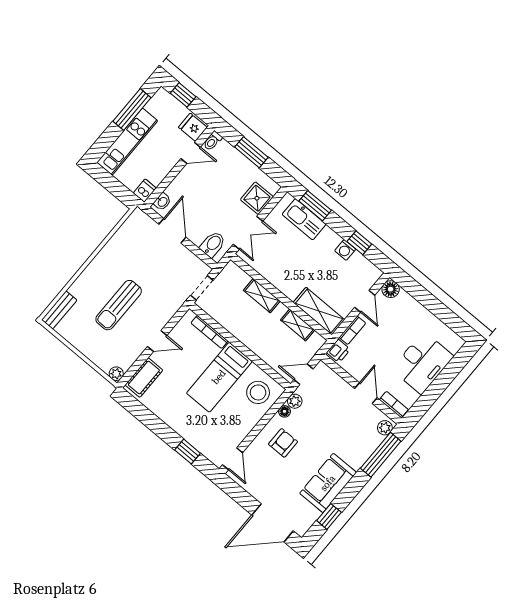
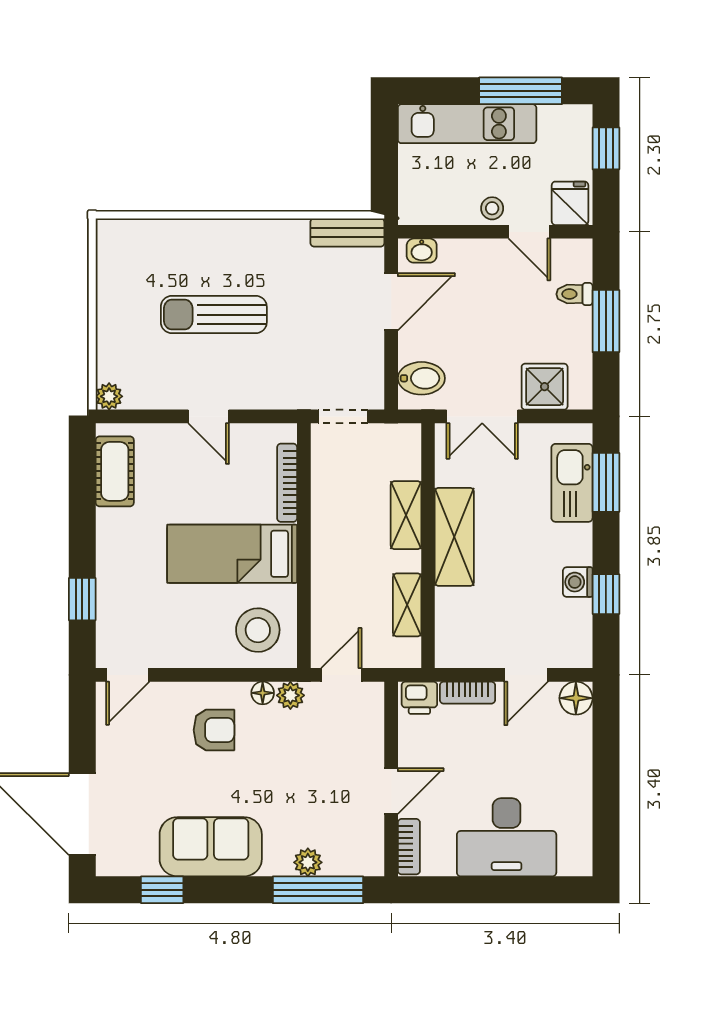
toilet: (213, 141) -> (574, 294), moved
stool: (169, 160) -> (492, 208), added
dishwasher: (145, 191) -> (416, 211), removed
bench: (59, 310) -> (347, 232), moved
shelving: (319, 311) -> (454, 537), moved
door: (303, 374) -> (341, 675), hinge flipped
cot: (144, 378) -> (115, 471), moved, turned 90
plant: (385, 428) -> (308, 862), moved

